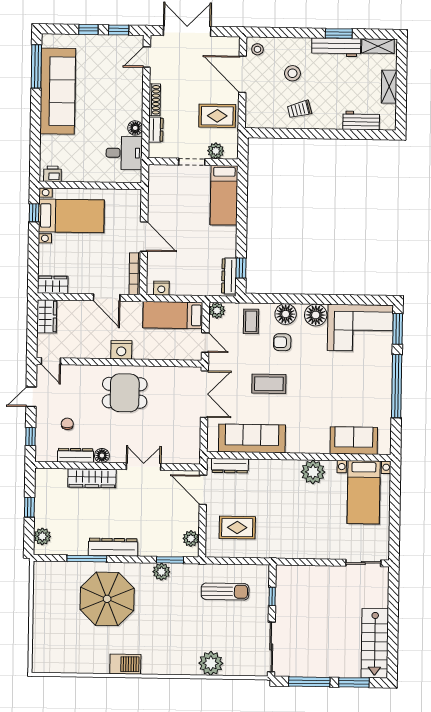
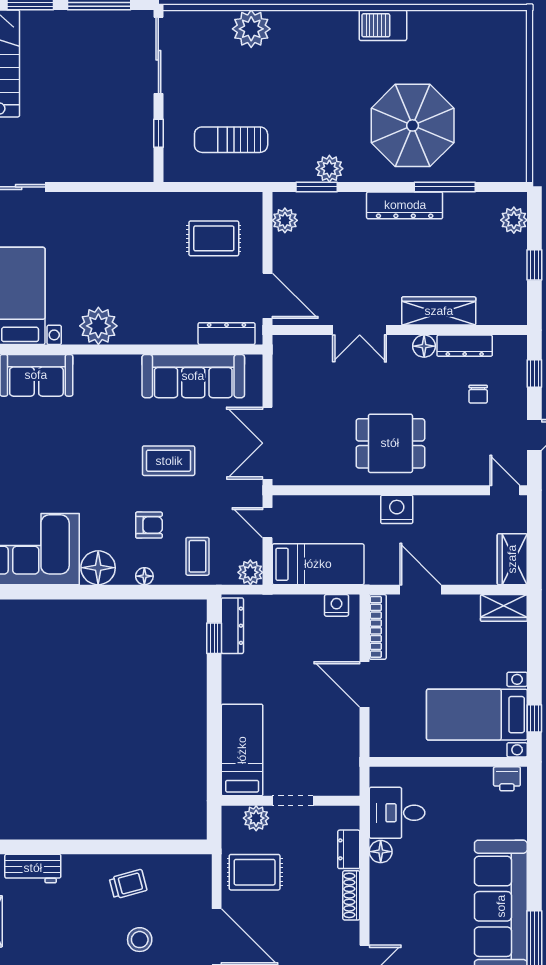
floor lamp: (286, 314) -> (144, 576), width x0.53, depth x0.53

